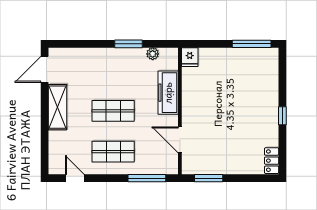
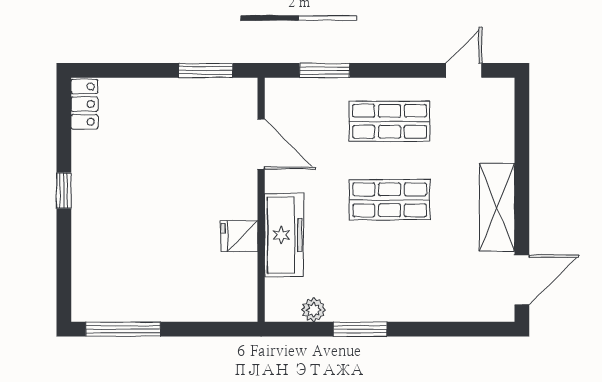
fridge: (190, 57) -> (239, 236), moved, turned -90
door: (75, 178) -> (464, 70), swing flipped
window: (147, 178) -> (325, 70), width x0.69

